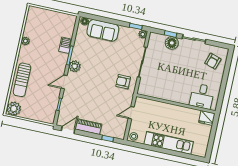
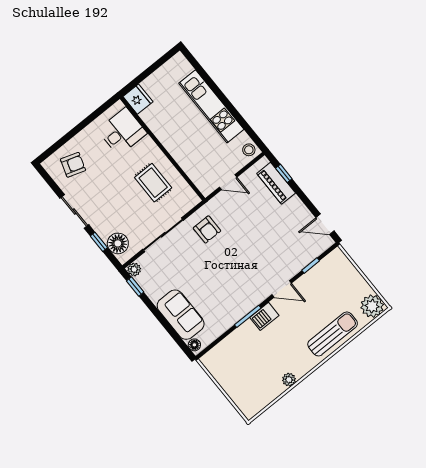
floor lamp: (172, 43) -> (118, 243), moved
barbecue: (65, 45) -> (264, 316), moved
plant: (75, 66) -> (252, 298), removed
rug: (167, 83) -> (153, 183), added
piano: (89, 127) -> (276, 183), moved

